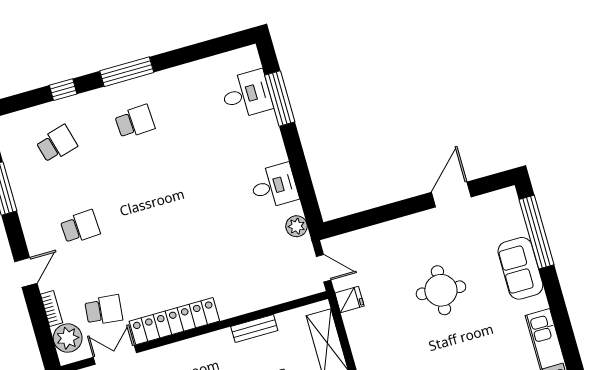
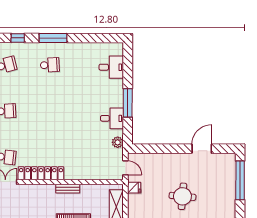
window: (280, 99) -> (128, 103), moved
sofa: (520, 268) -> (227, 197), removed
bench: (254, 329) -> (68, 189), moved

